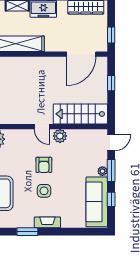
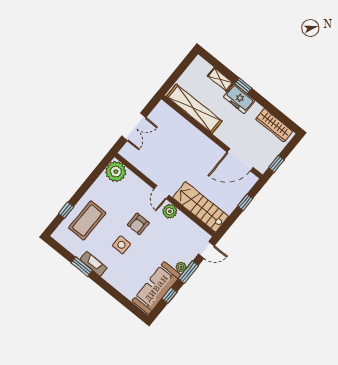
fireplace: (47, 222) -> (93, 264), moved

